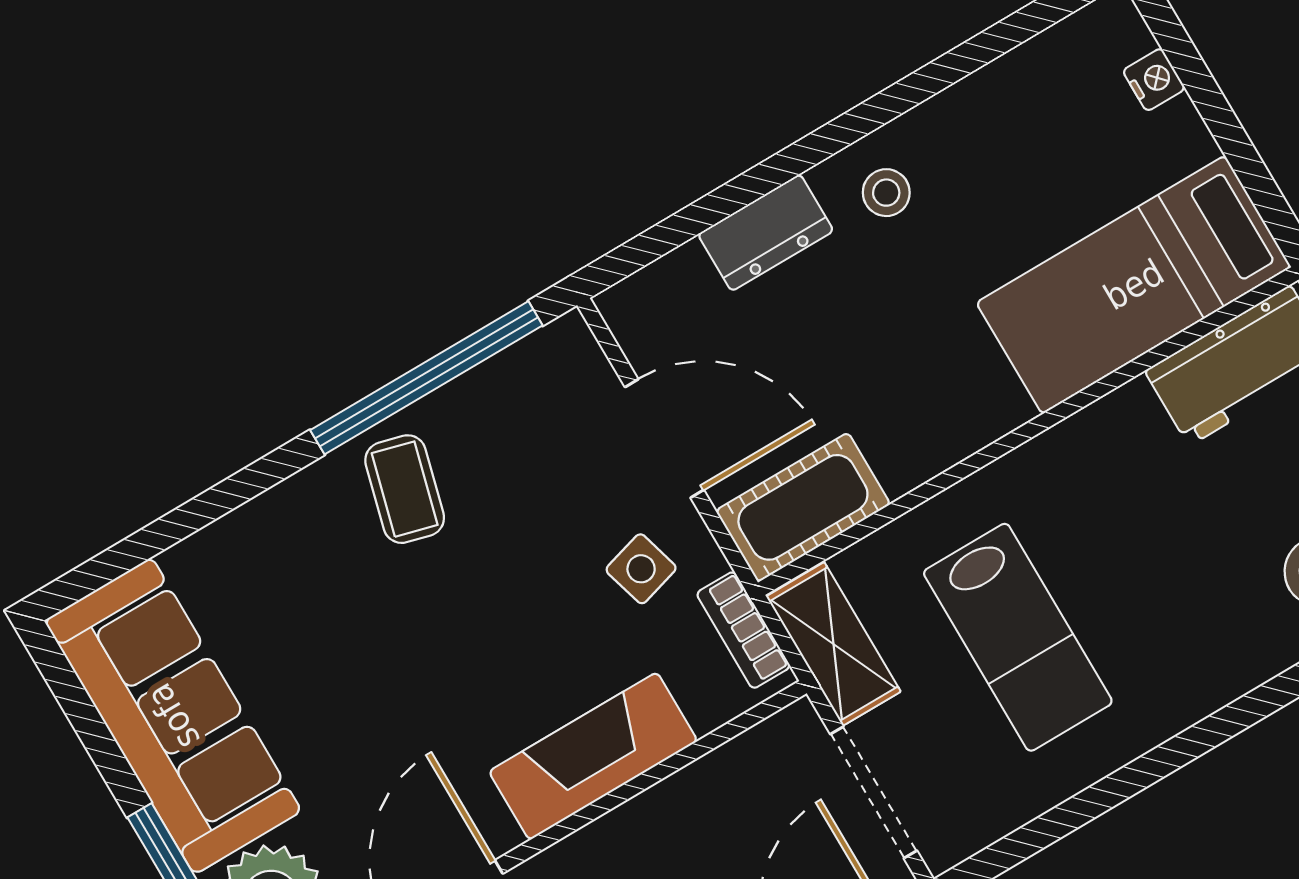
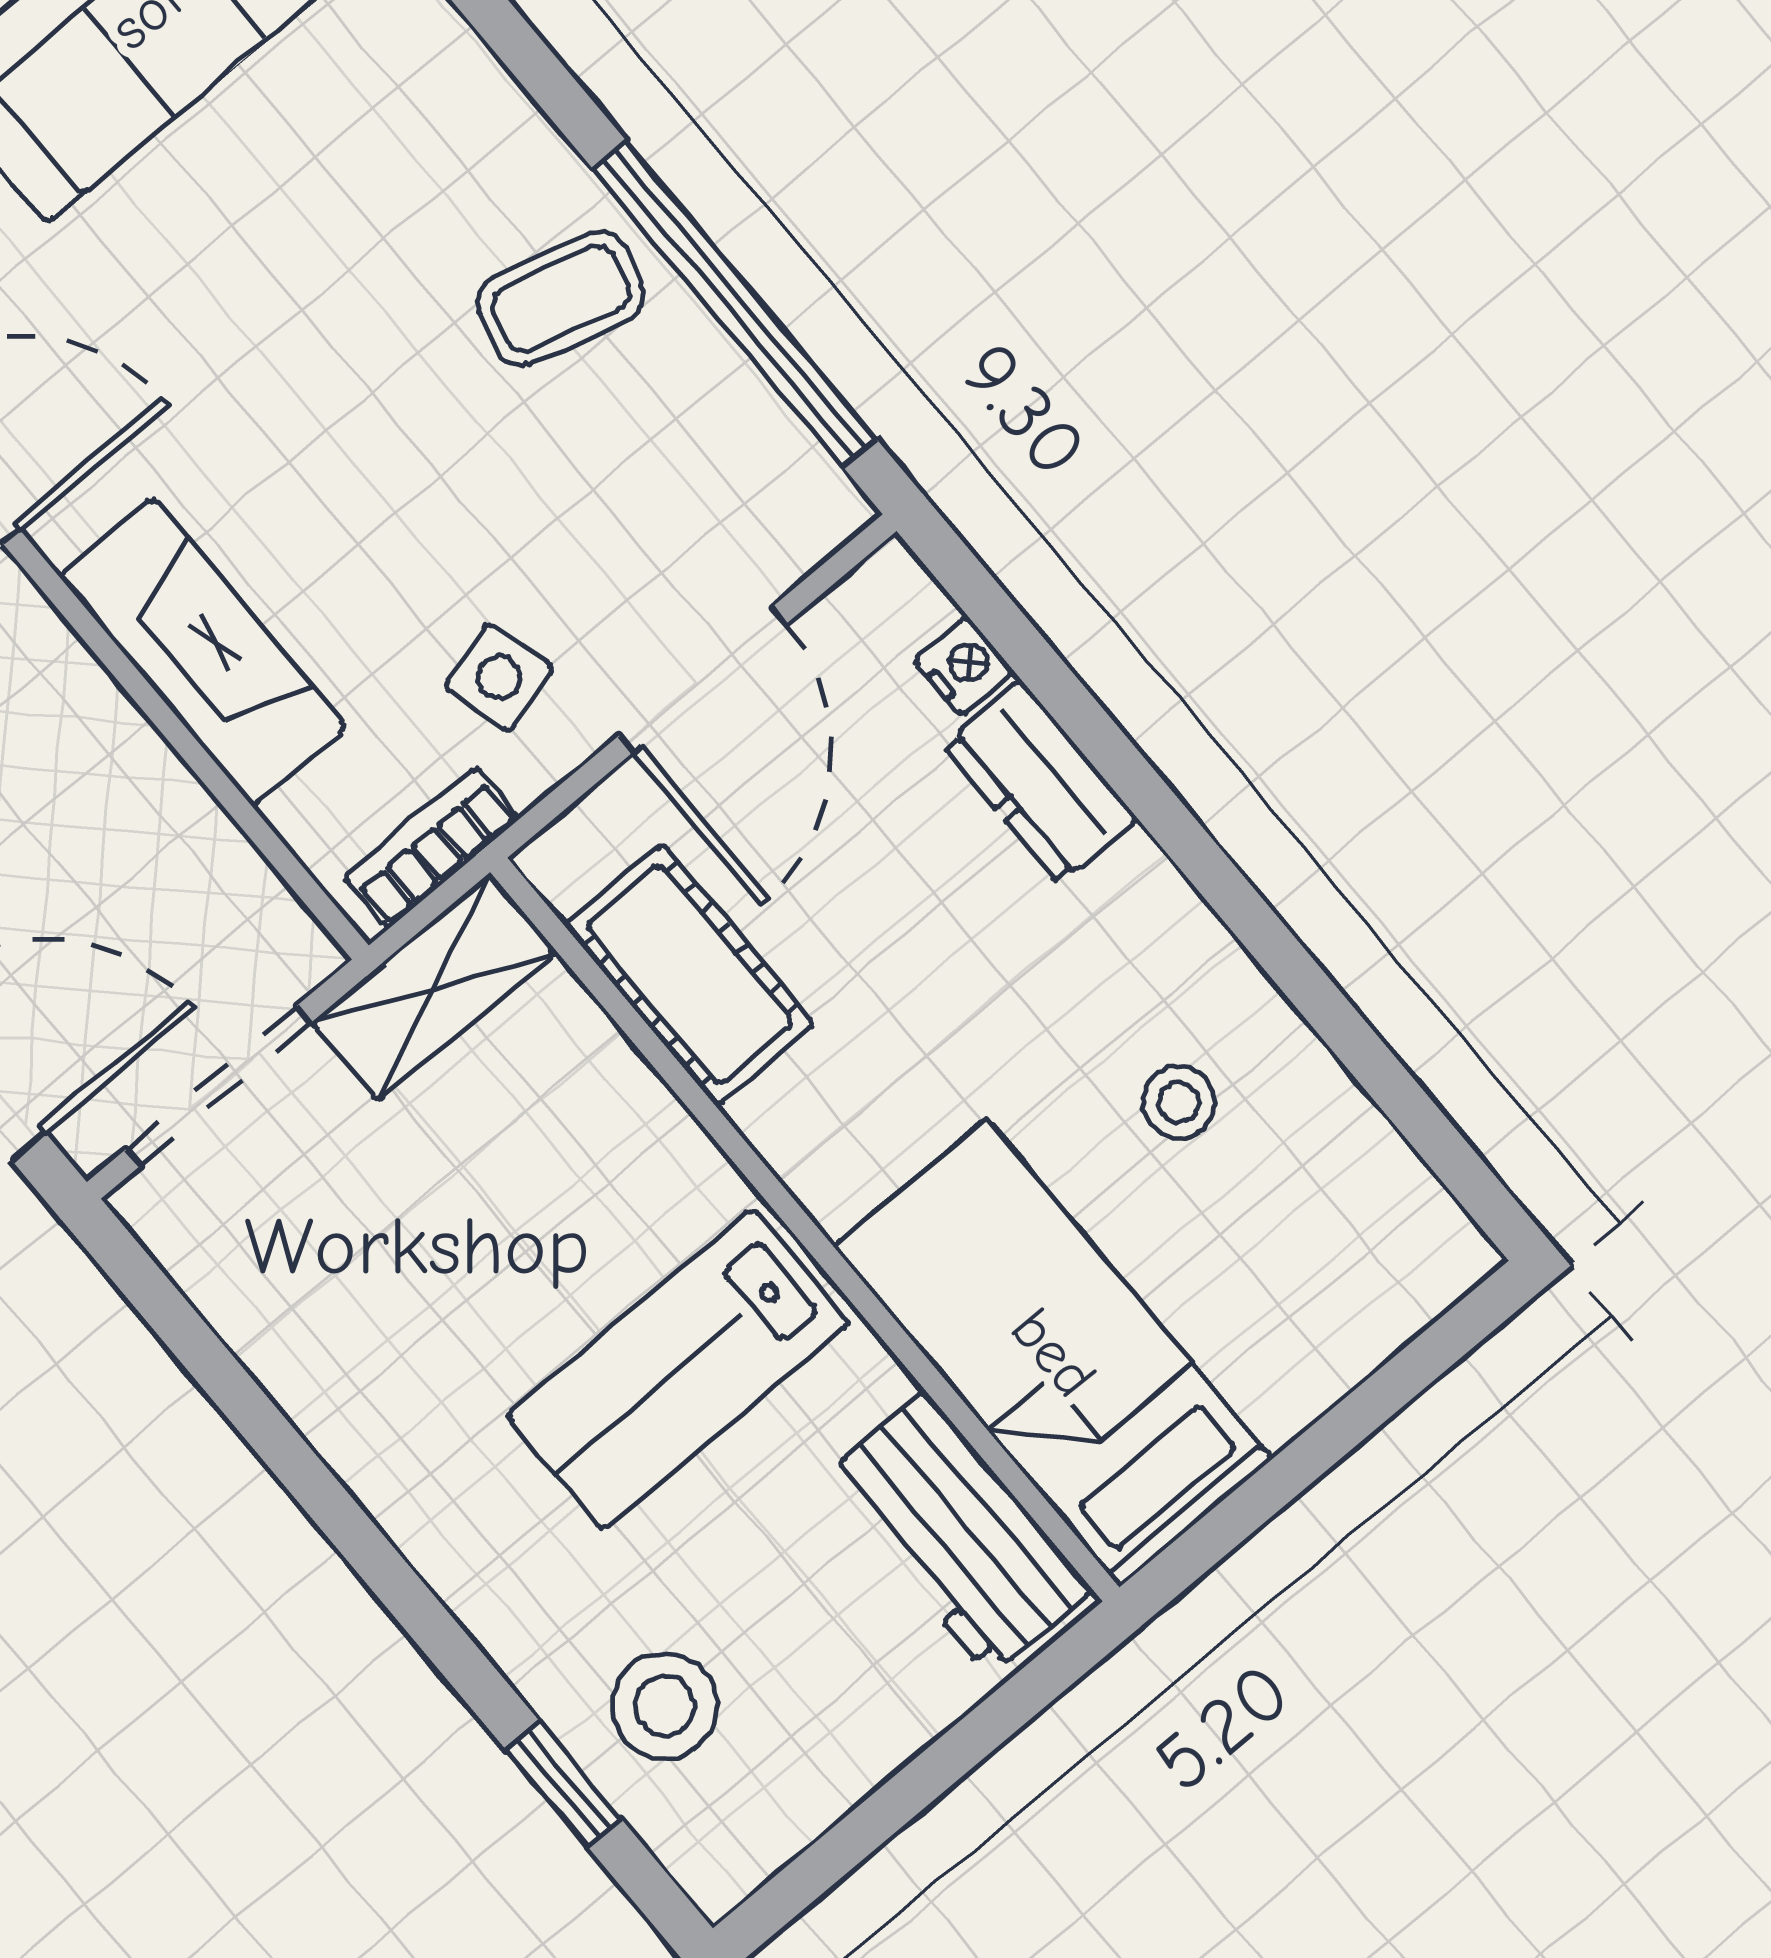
nightstand: (1154, 80) -> (964, 666), moved, turned -90
stool: (886, 193) -> (1179, 1102), moved
cot: (803, 507) -> (689, 975), moved
lab bench: (1018, 637) -> (678, 1370), moved

